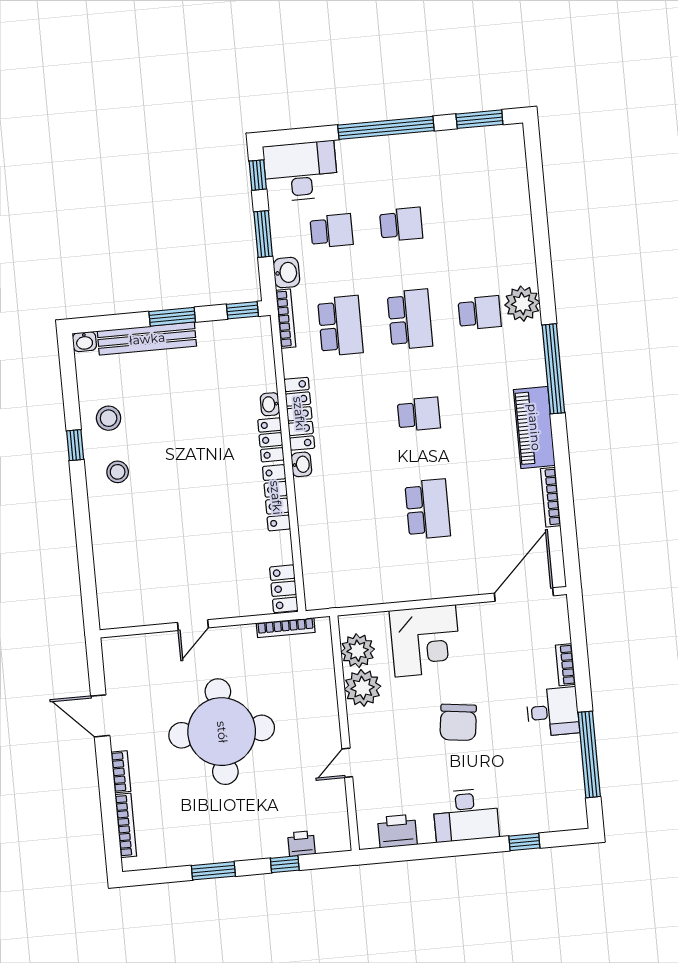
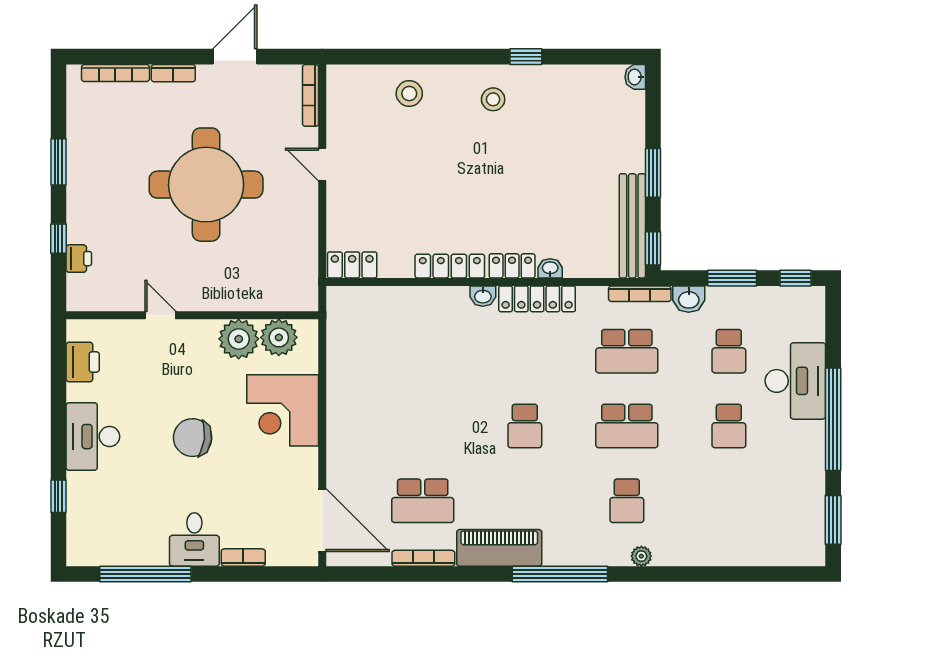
desk: (301, 171) -> (795, 381), moved
plant: (522, 304) -> (641, 556), width x0.53, depth x0.53
bench: (147, 339) -> (632, 226), moved
stool: (109, 418) -> (409, 94), moved
school desk: (428, 509) -> (423, 501), moved
bookcase: (286, 628) -> (310, 95), moved

